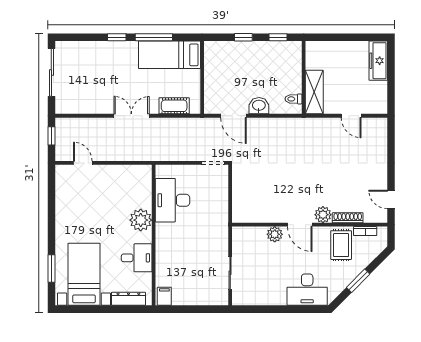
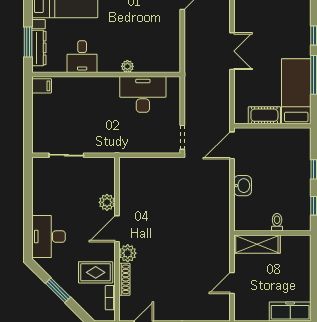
toilet: (294, 99) -> (277, 222), moved
cot: (174, 106) -> (264, 115), moved, turned 90
door: (233, 116) -> (232, 145), moved
plant: (141, 220) -> (127, 66), width x0.53, depth x0.53
window: (123, 309) -> (28, 42), added

